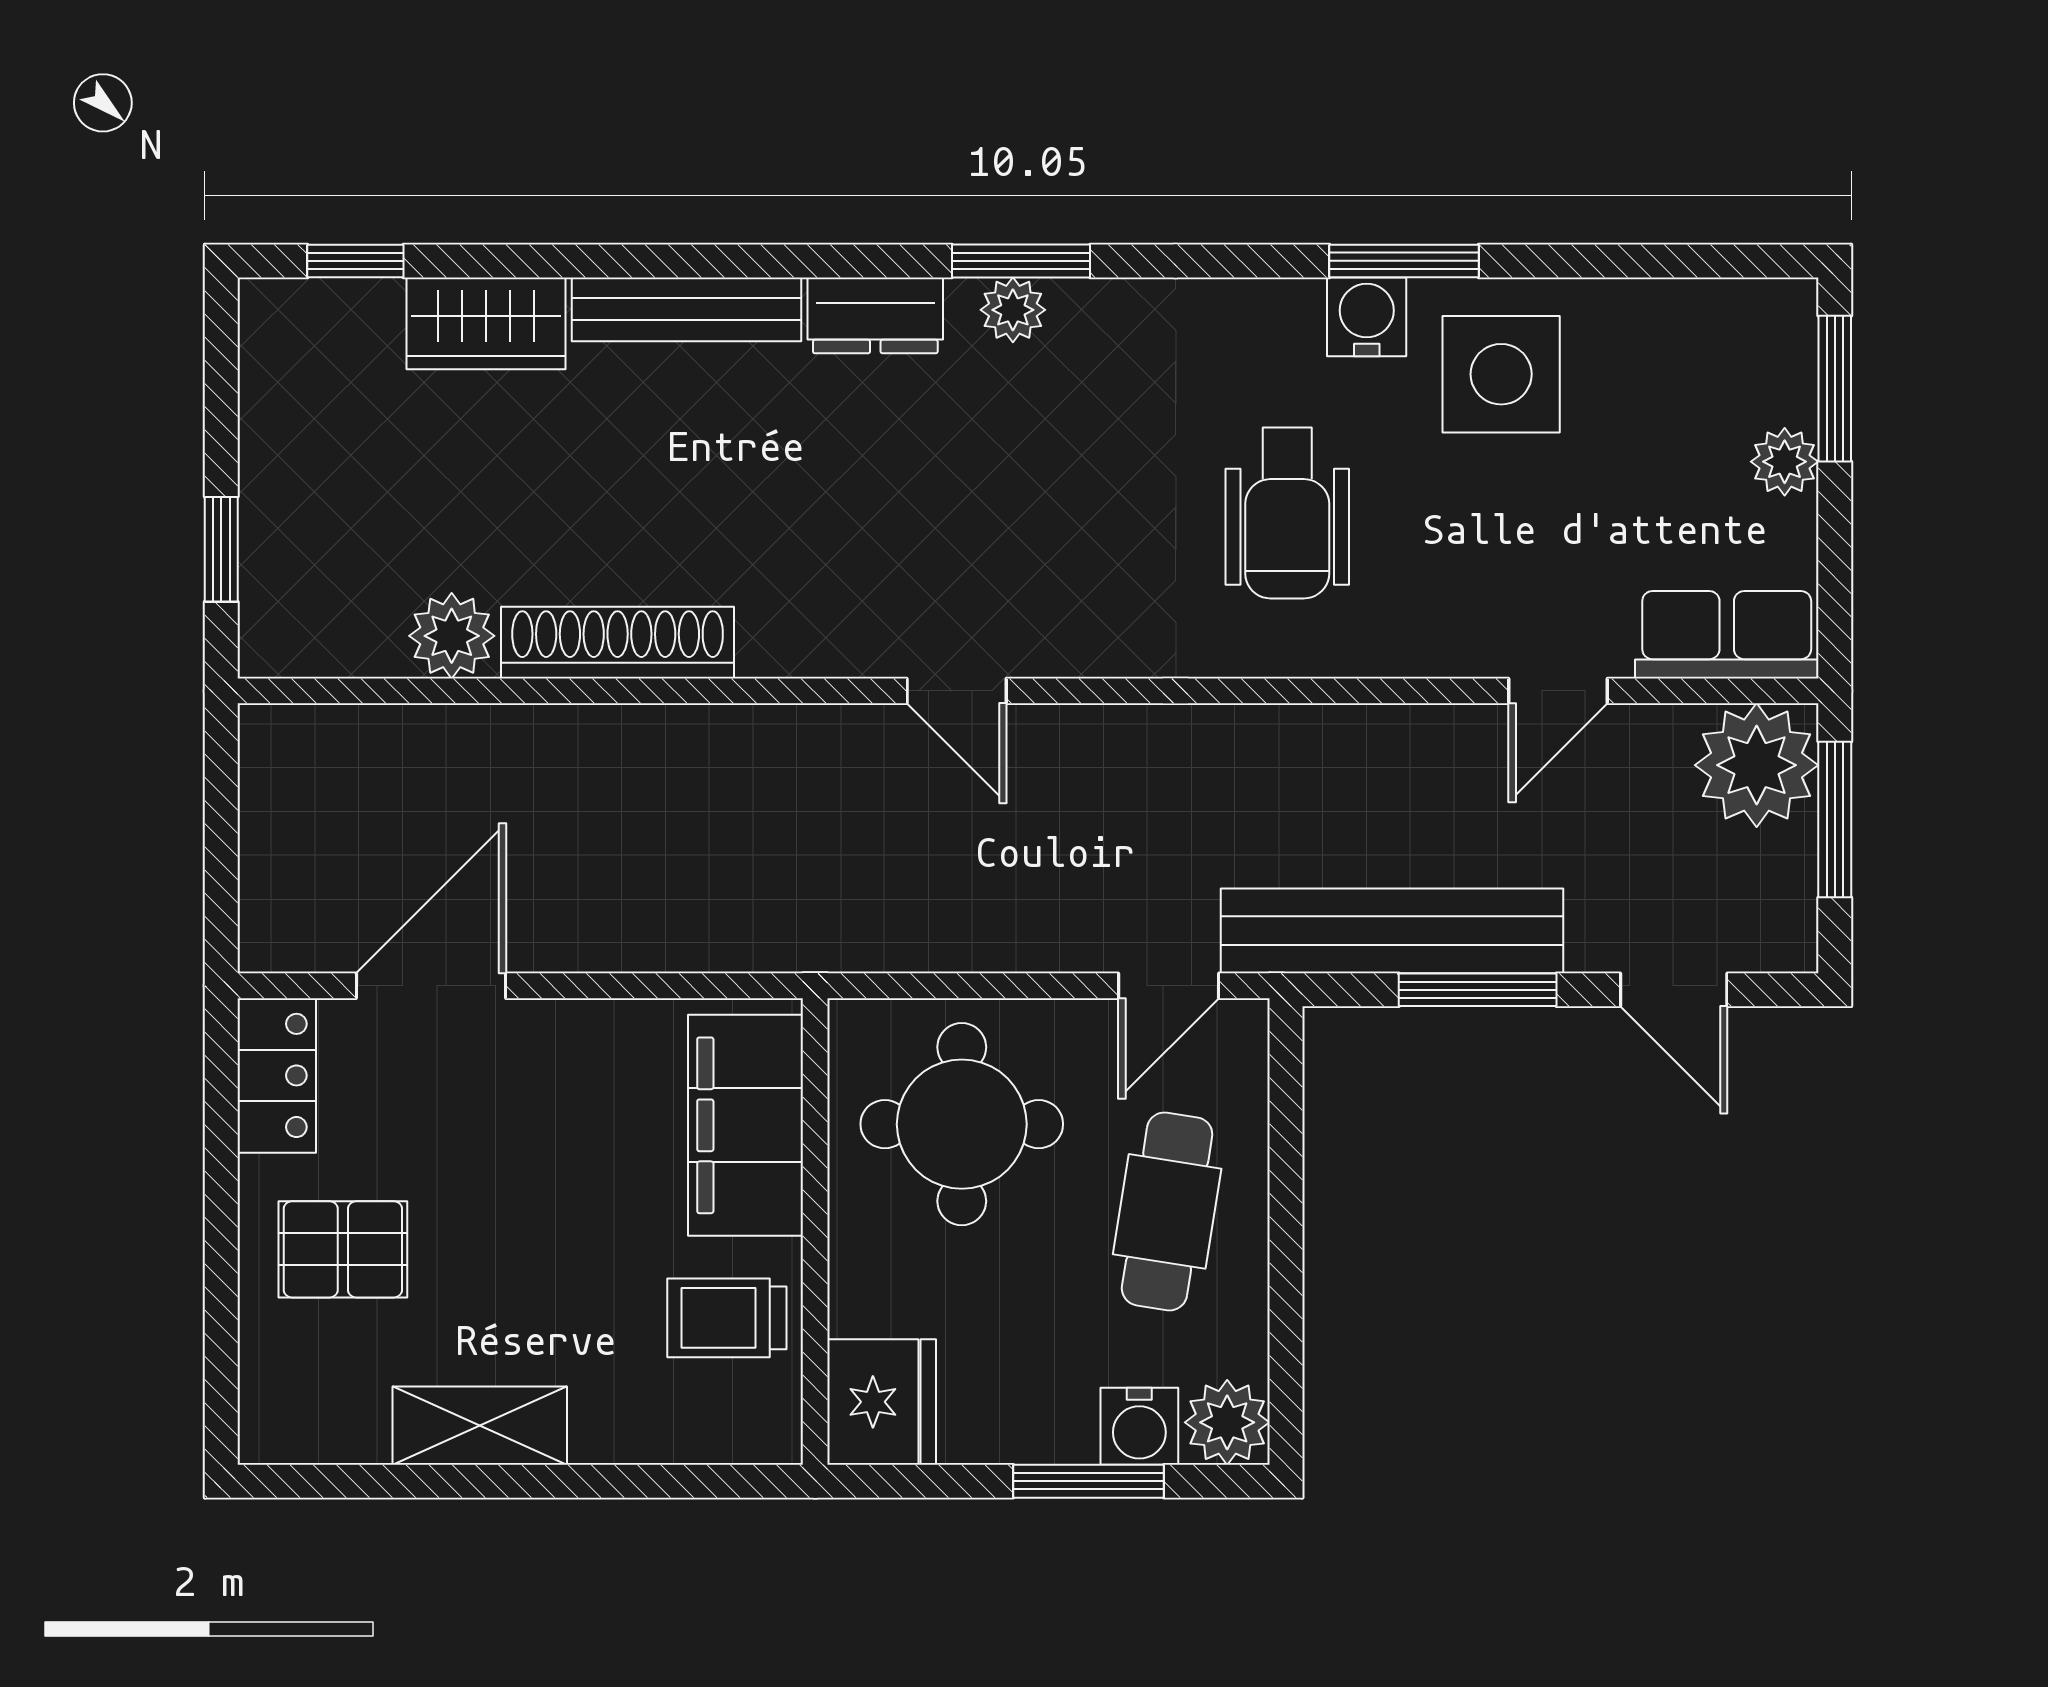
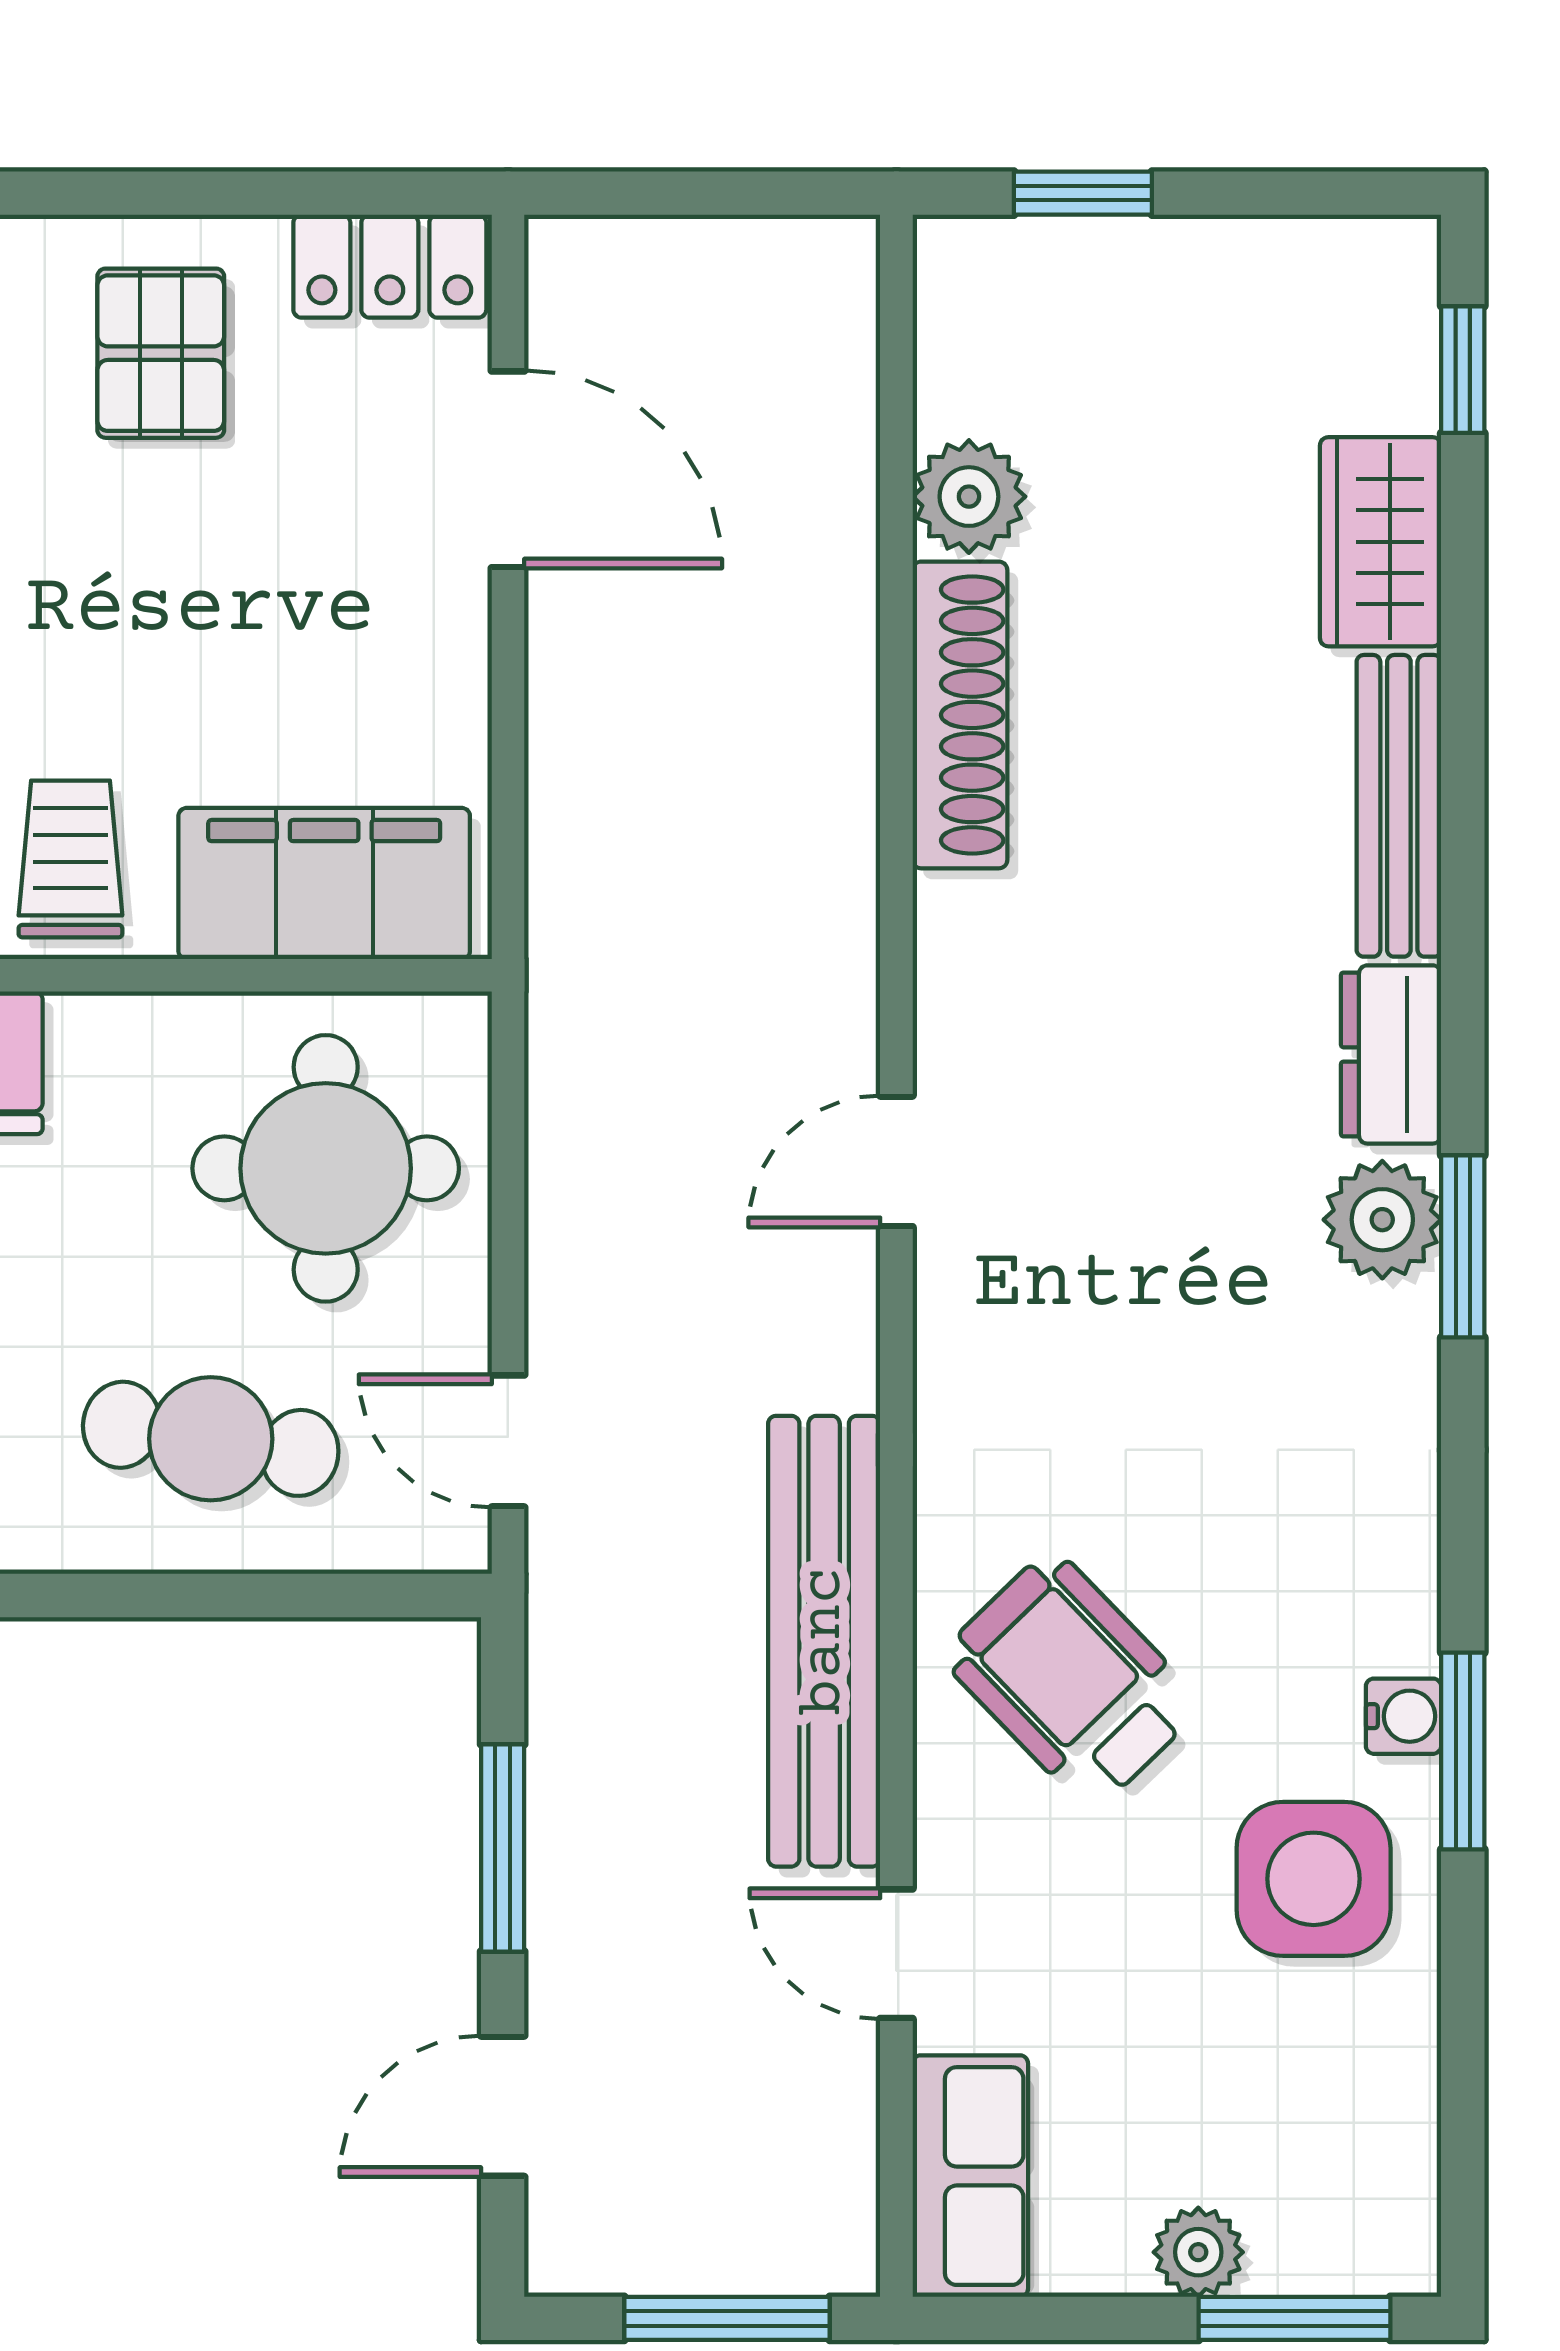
plant: (1013, 310) -> (1382, 1220), width x1.38, depth x1.38
water cooler: (1367, 317) -> (1403, 1716), width x0.72, depth x0.72
wheelchair: (1287, 513) -> (1072, 1680), moved, turned 46
plant: (1757, 765) -> (799, 2215), removed
bench: (1392, 931) -> (824, 1641), moved

